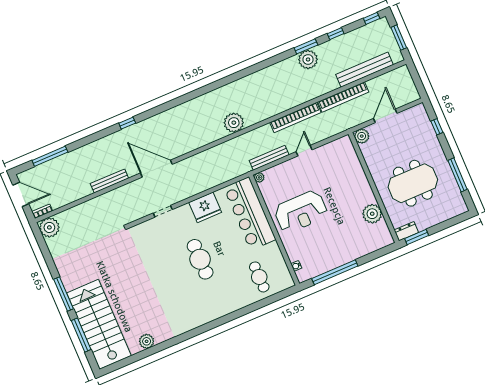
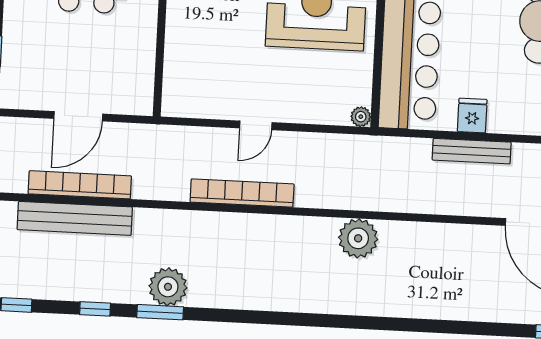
bookcase: (343, 97) -> (80, 185), moved
plant: (362, 136) -> (139, 101), removed
bench: (269, 158) -> (472, 151), moved
fridge: (205, 207) -> (472, 116), width x0.53, depth x0.75

